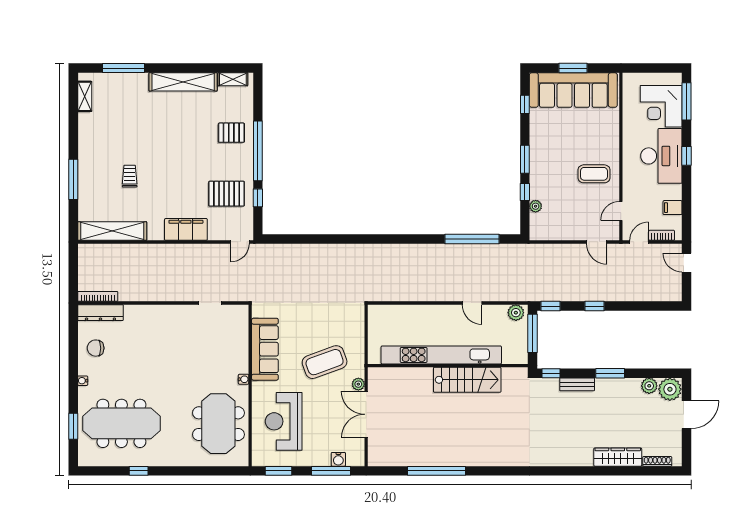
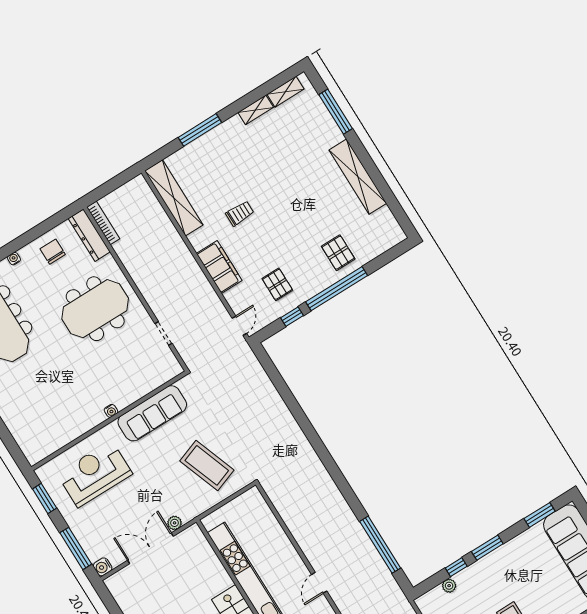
shelving: (233, 79) -> (256, 110), moved, turned 90
window: (525, 104) -> (540, 515), width x1.50
trolley: (130, 176) -> (240, 213), moved
pallet: (227, 194) -> (277, 284), width x0.67, depth x0.71
door: (240, 242) -> (239, 326), swing flipped
coffee table: (325, 362) -> (207, 465), moved
meeting table: (218, 424) -> (95, 309), moved
water cooler: (338, 459) -> (103, 567), moved

